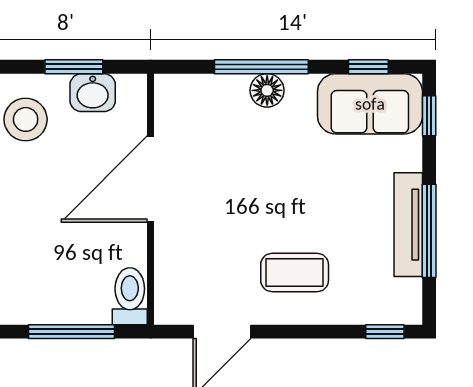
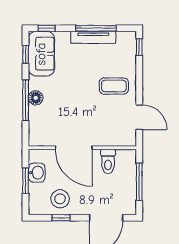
stool: (26, 119) -> (60, 199), moved
coffee table: (295, 272) -> (114, 86), turned 90
toilet: (130, 296) -> (108, 162), moved, turned -90

